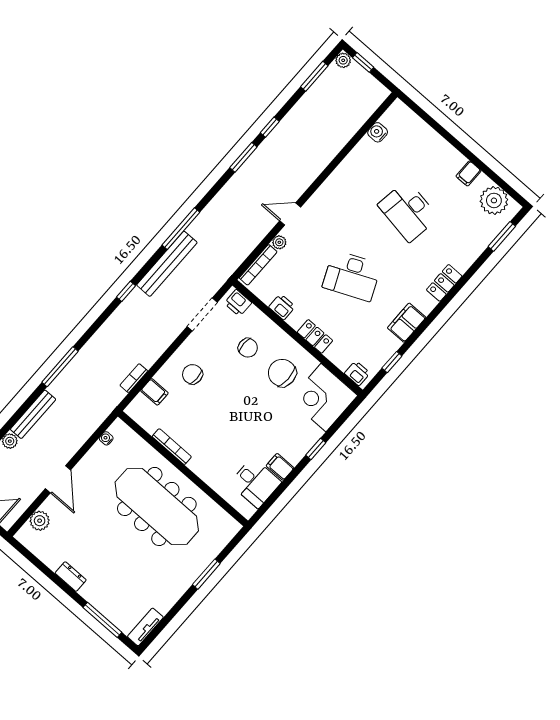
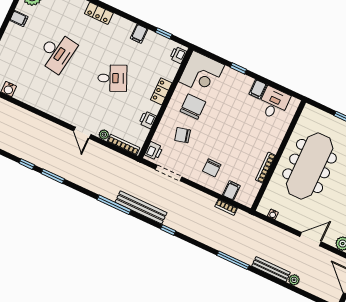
desk: (352, 276) -> (112, 78), width x0.73
filing cabinet: (407, 323) -> (139, 34), width x0.50
chair: (248, 348) -> (183, 135), turned -104
chair: (282, 373) -> (193, 107), turned 180

